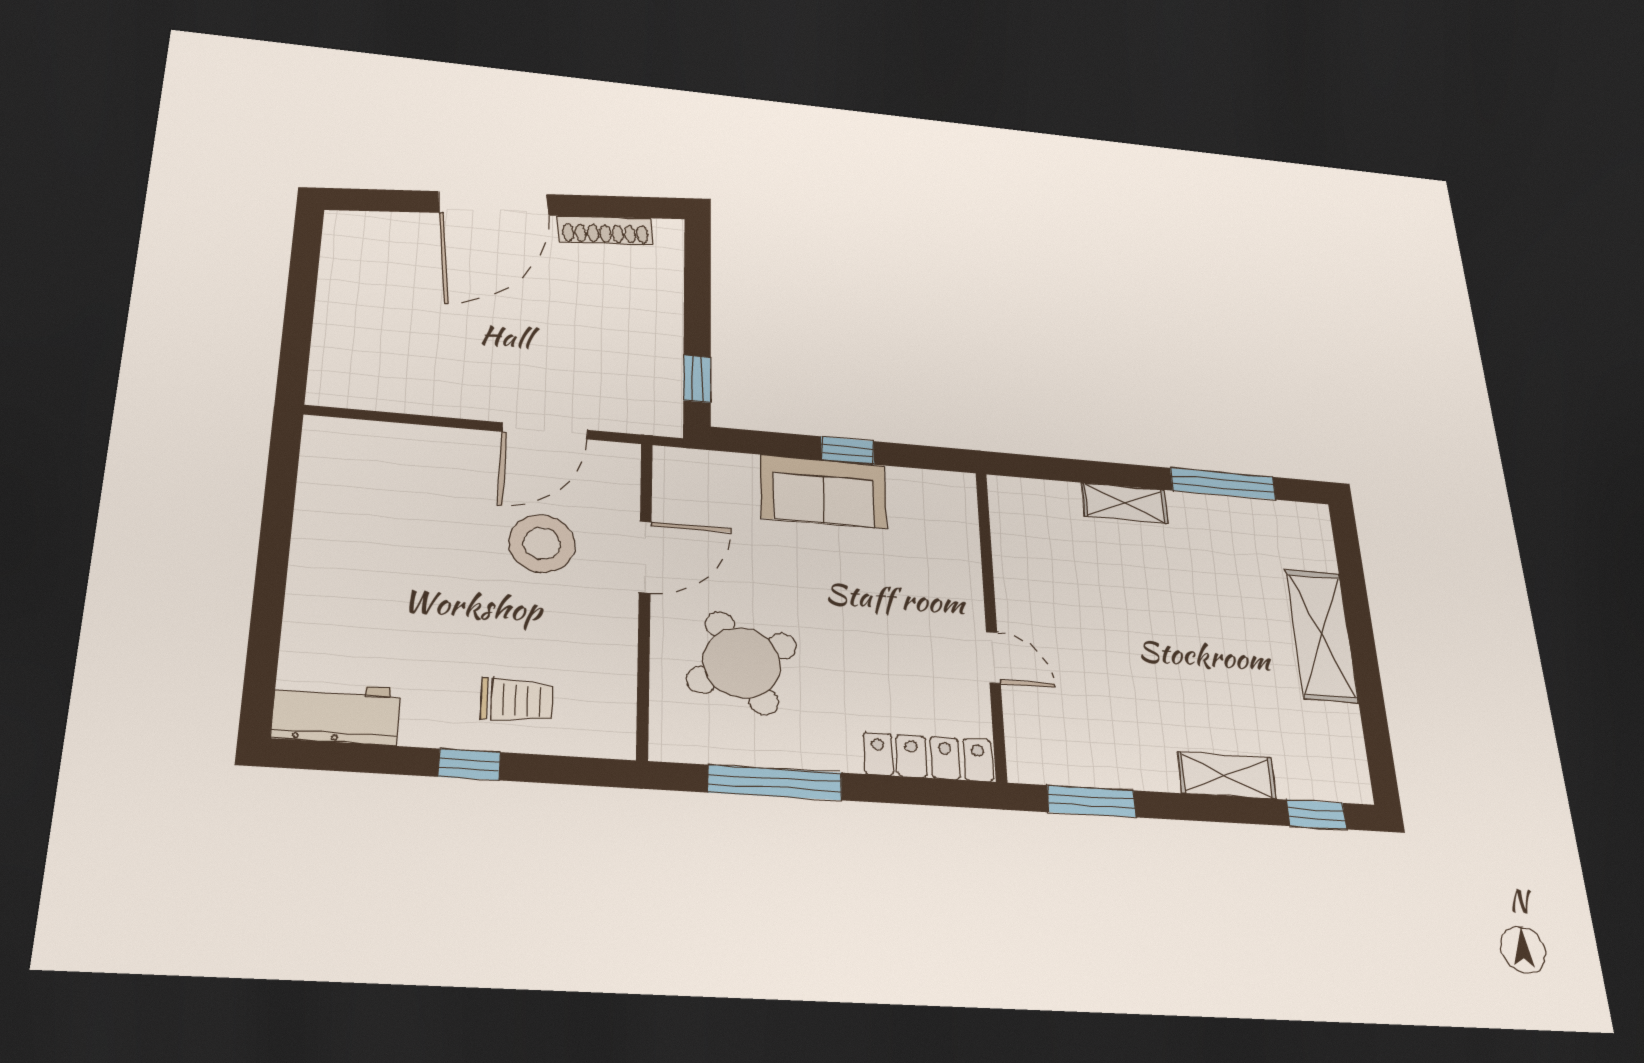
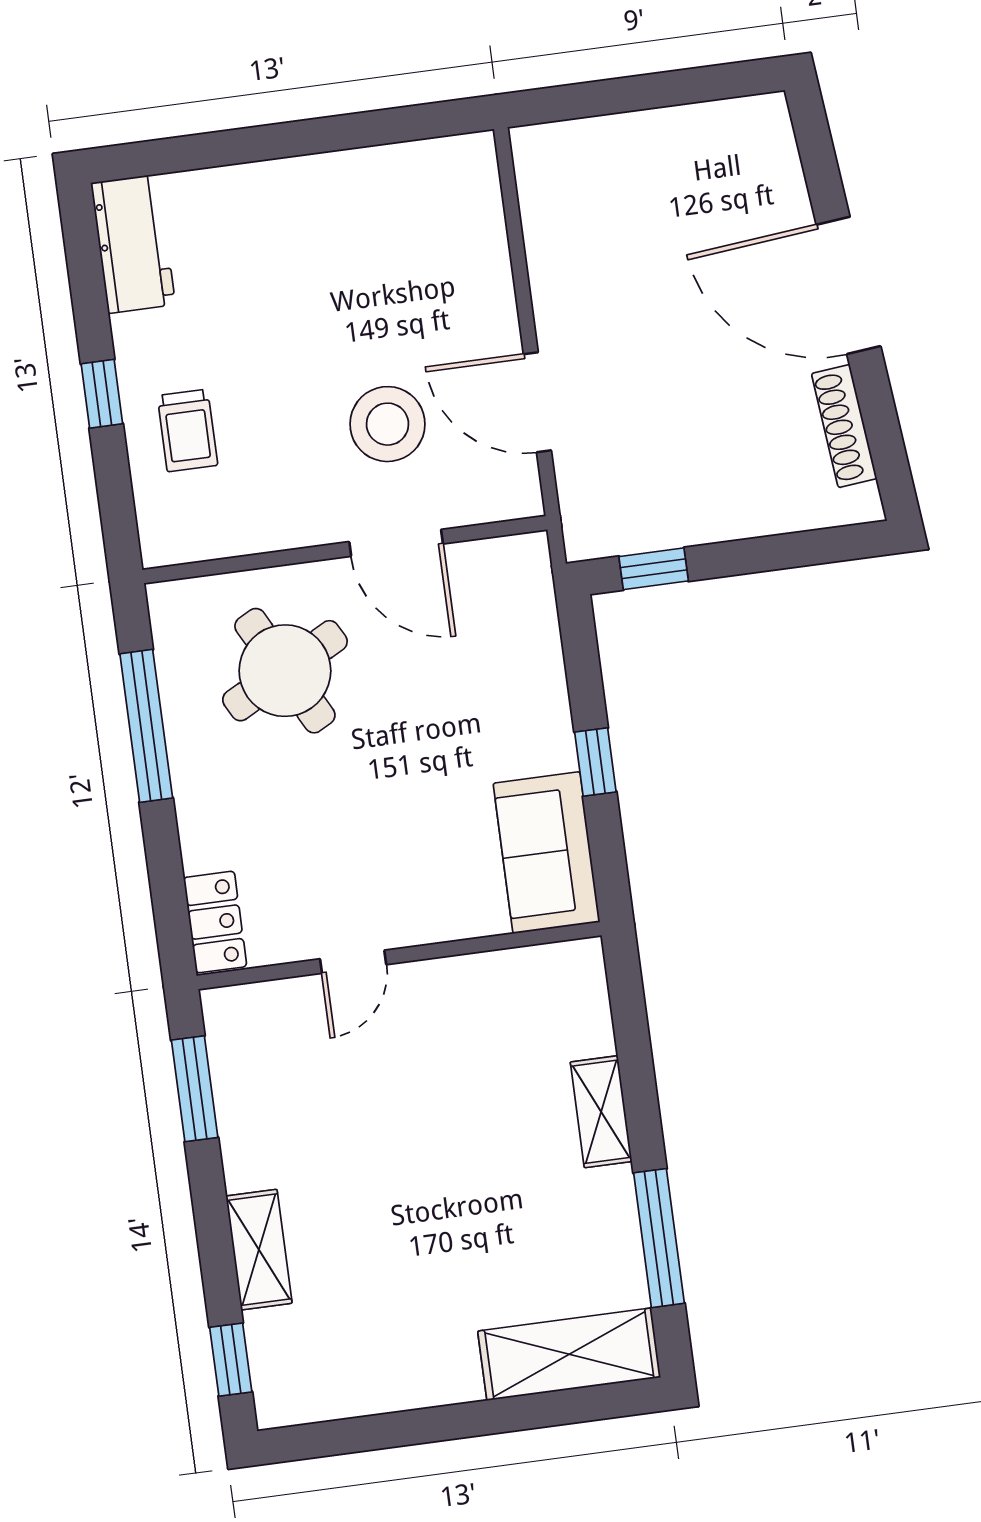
sofa: (823, 491) -> (546, 853), moved
shelving: (1322, 635) -> (569, 1354), moved
locker: (928, 757) -> (215, 922), width x0.66

